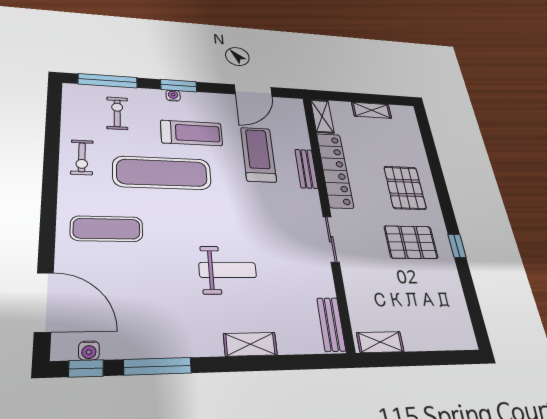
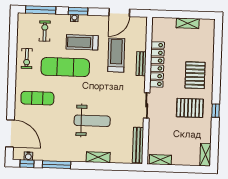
shelving: (322, 116) -> (205, 155), moved
treadmill: (192, 133) -> (82, 42), turned 180
weight bench: (228, 270) -> (92, 121), width x1.36, depth x1.33
bench: (331, 324) -> (138, 145), width x1.36

